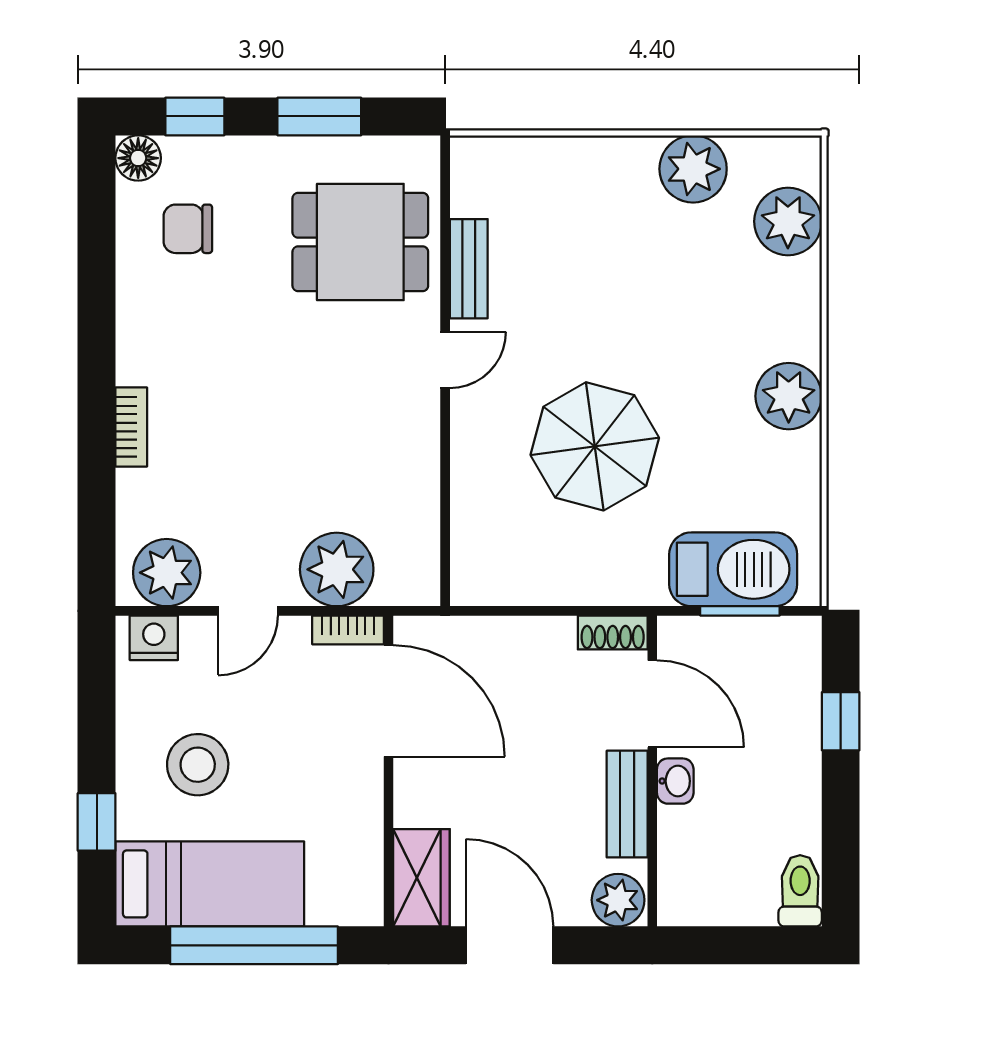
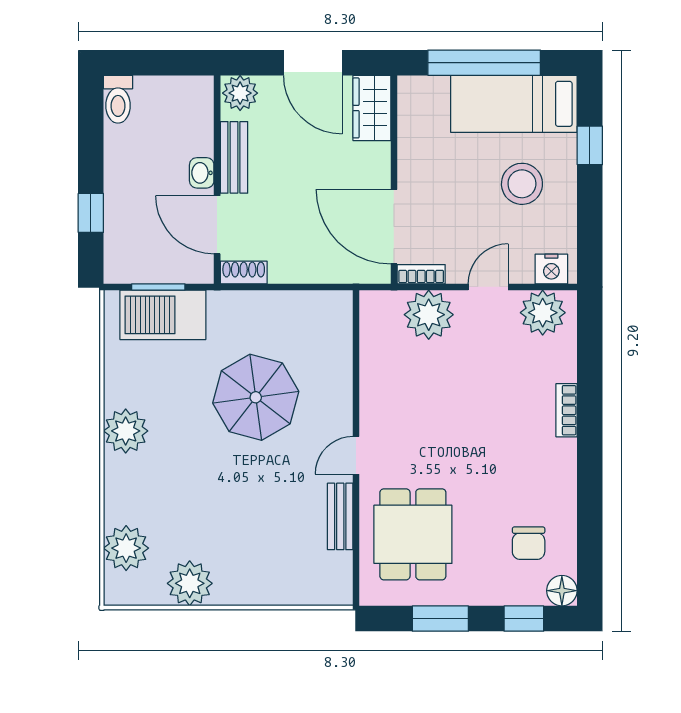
chair: (188, 229) -> (529, 543), turned 90
dining table: (360, 242) -> (413, 534), turned 90

